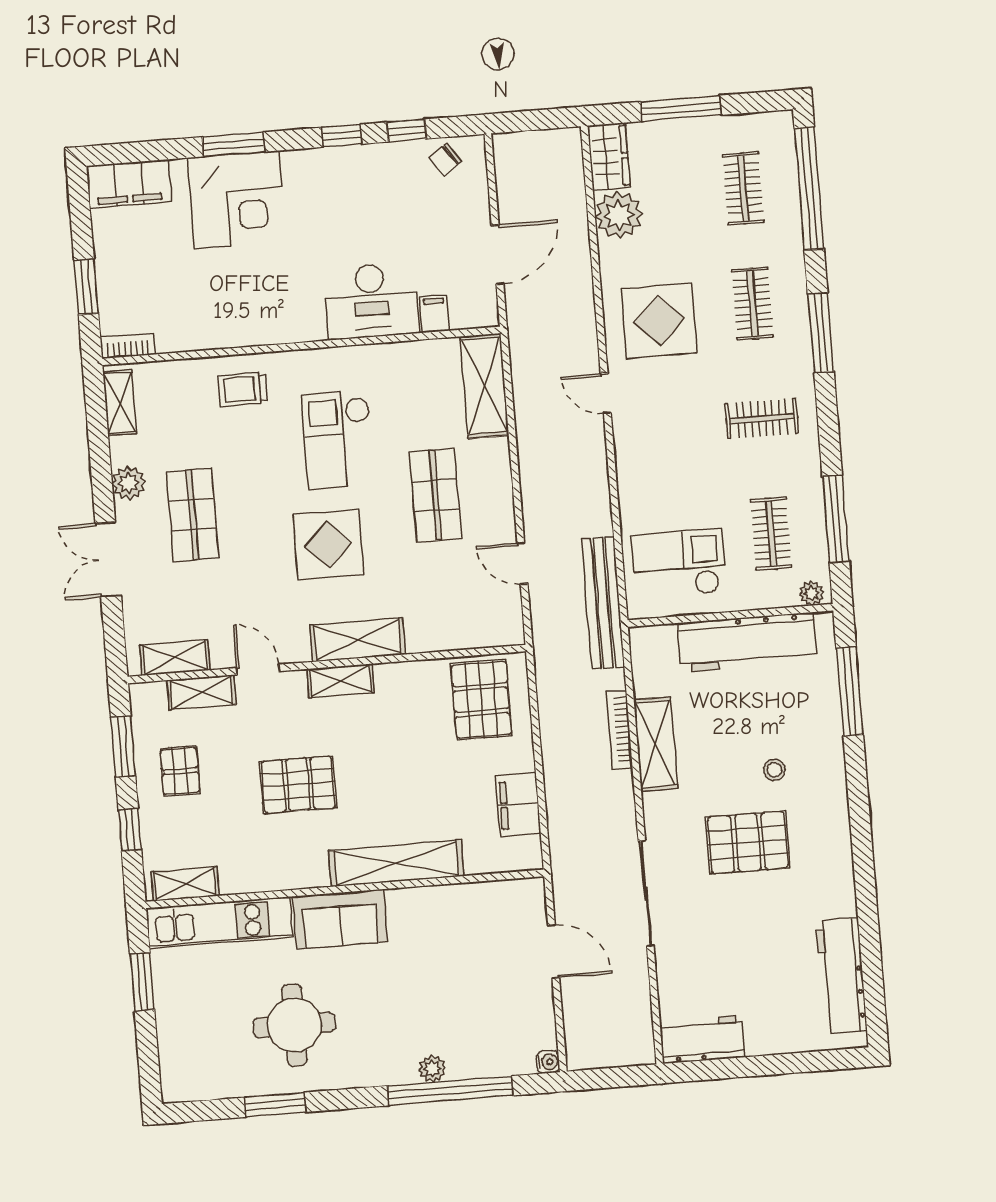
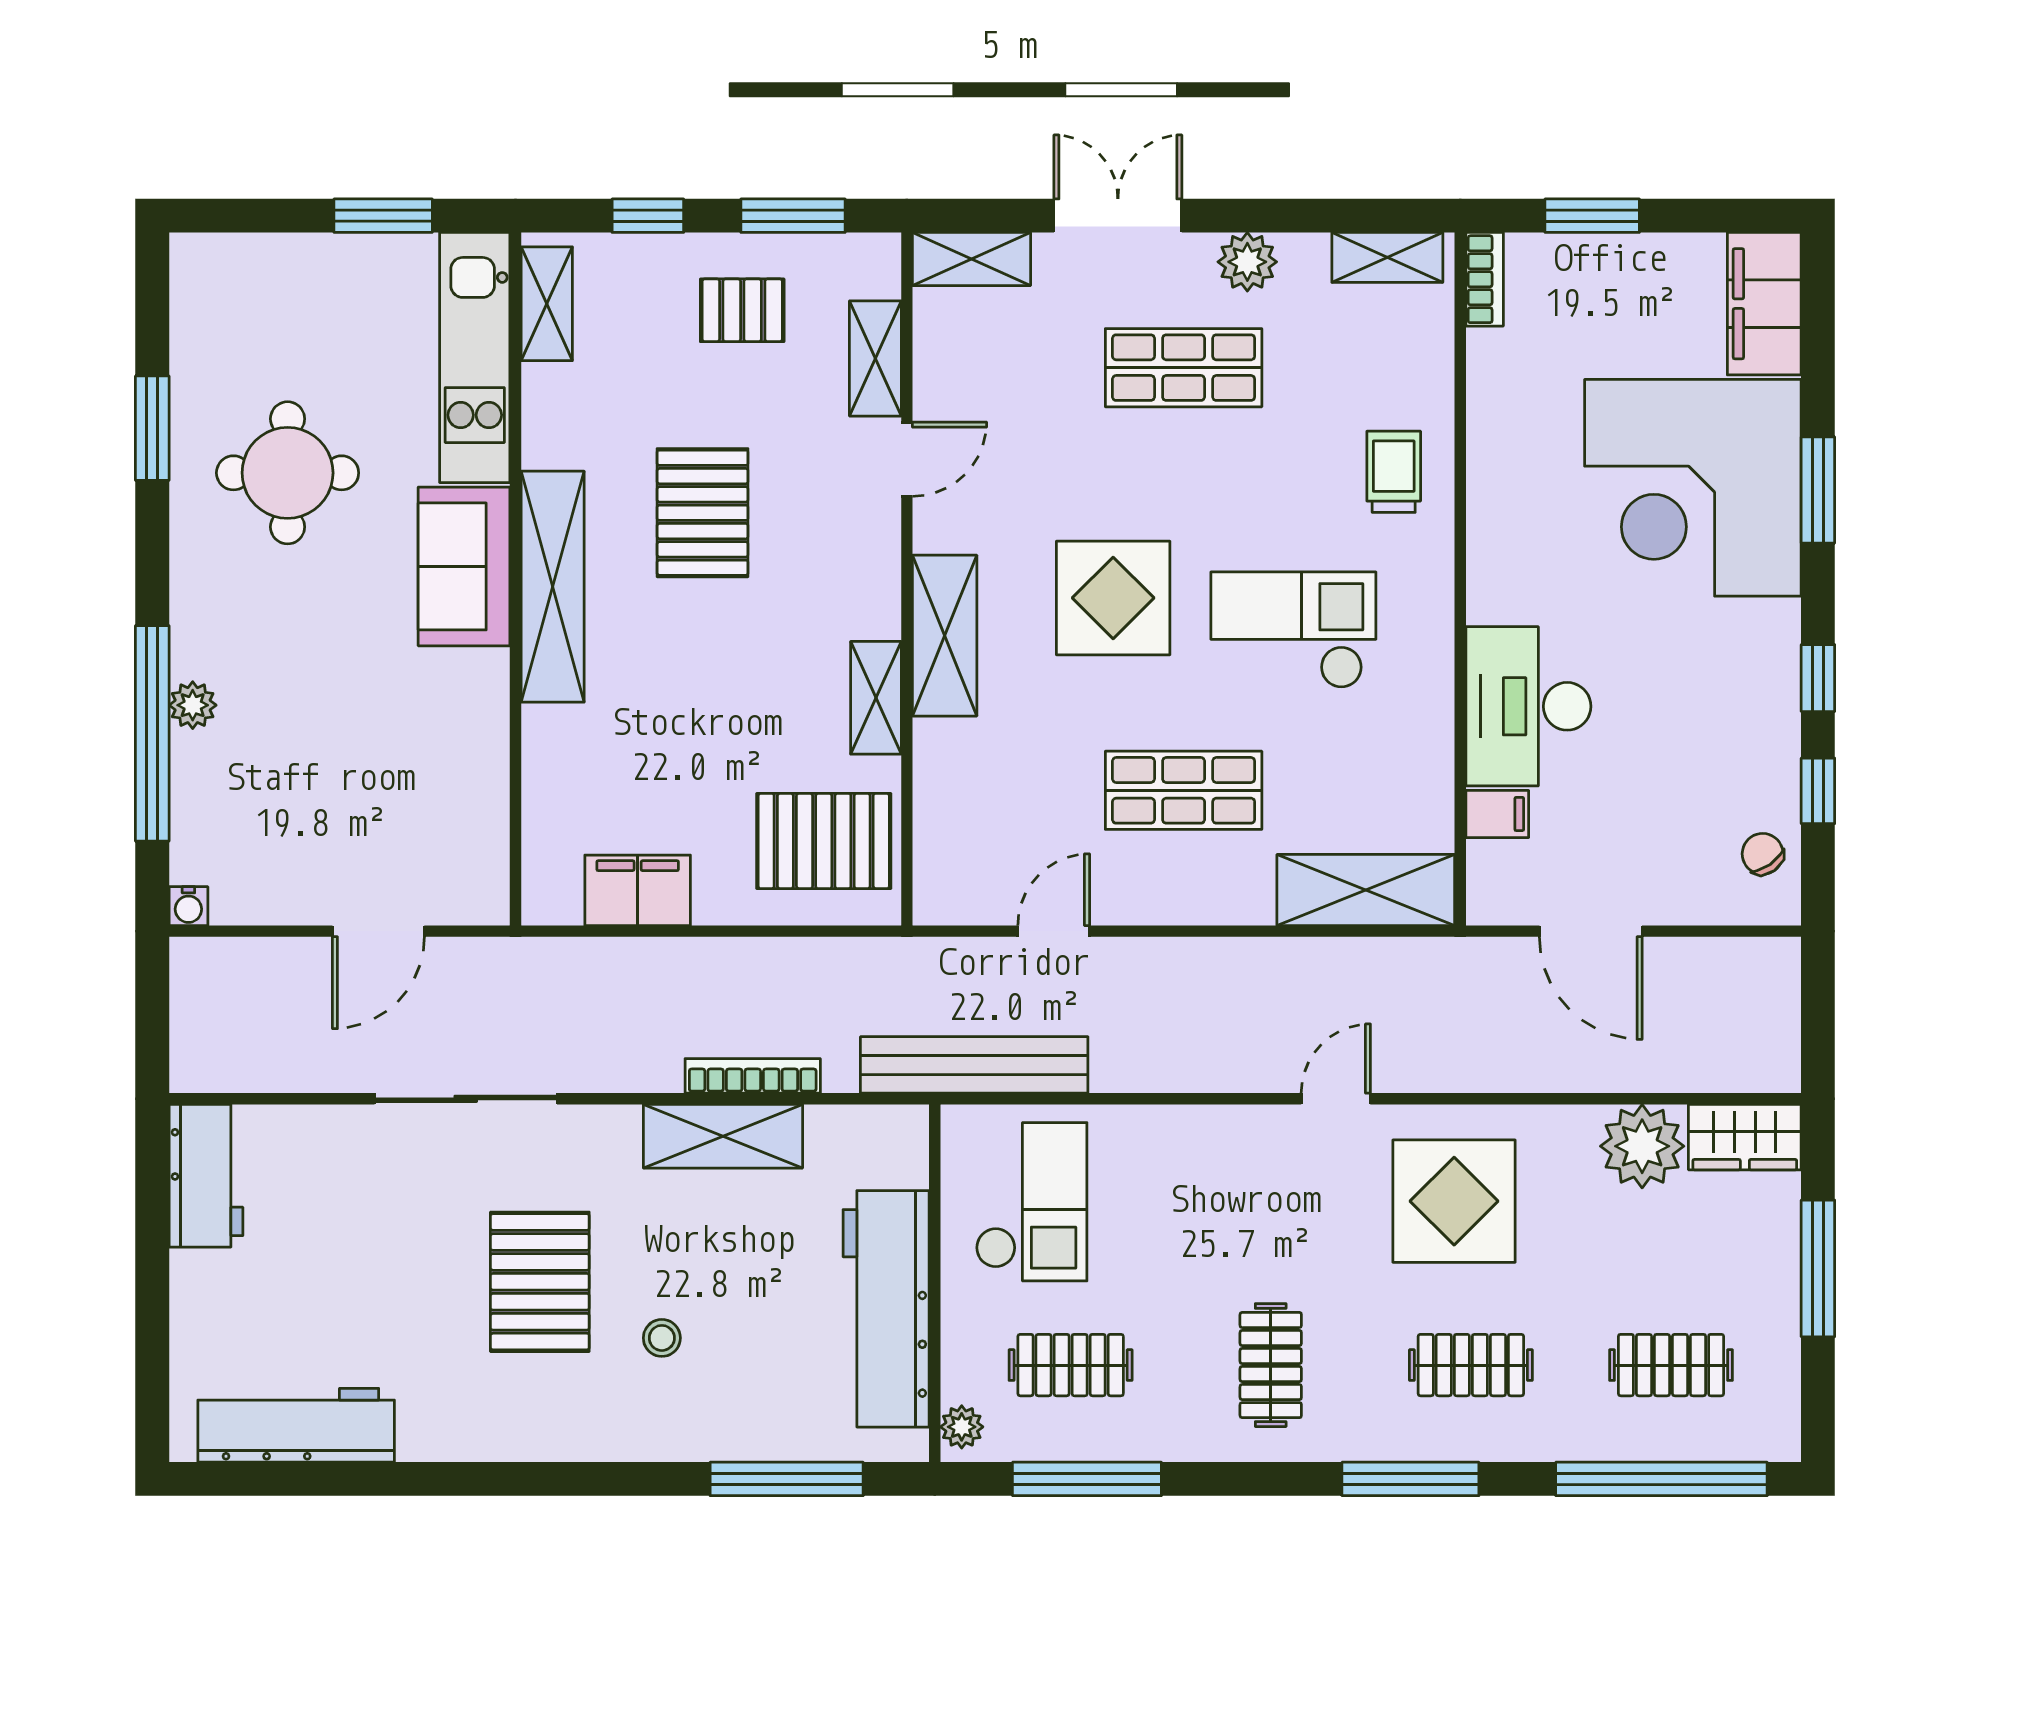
corner desk: (237, 200) -> (1693, 488), width x1.36, depth x1.36
shelving: (175, 658) -> (972, 259), moved, turned 90
shelving: (340, 681) -> (876, 698), moved
shelving: (396, 863) -> (553, 587), moved

